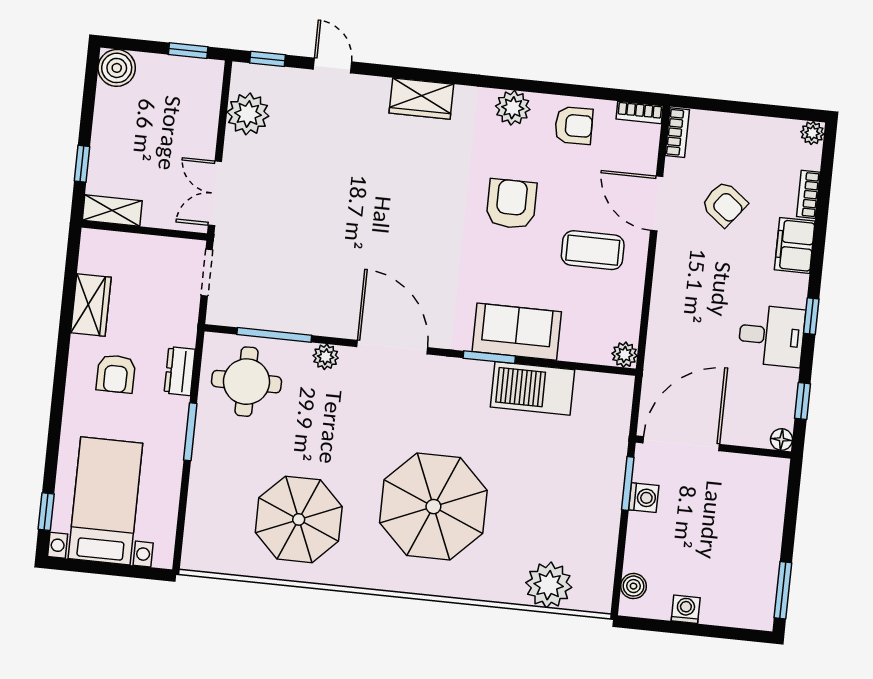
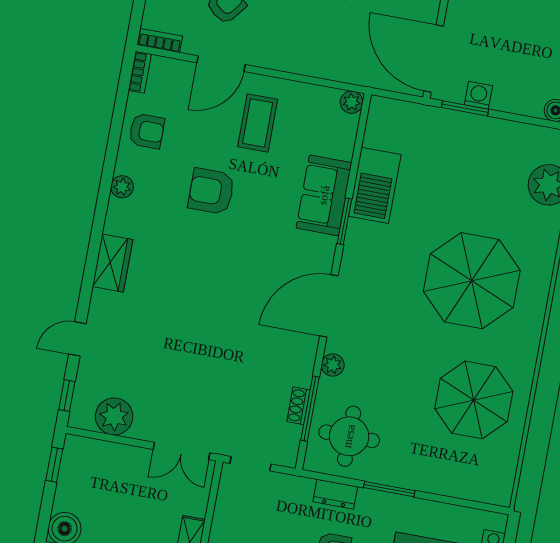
plant: (513, 108) -> (122, 187), width x0.73, depth x0.73
armchair: (574, 125) -> (147, 131), turned 91
shoe rack: (277, 322) -> (298, 406), added

